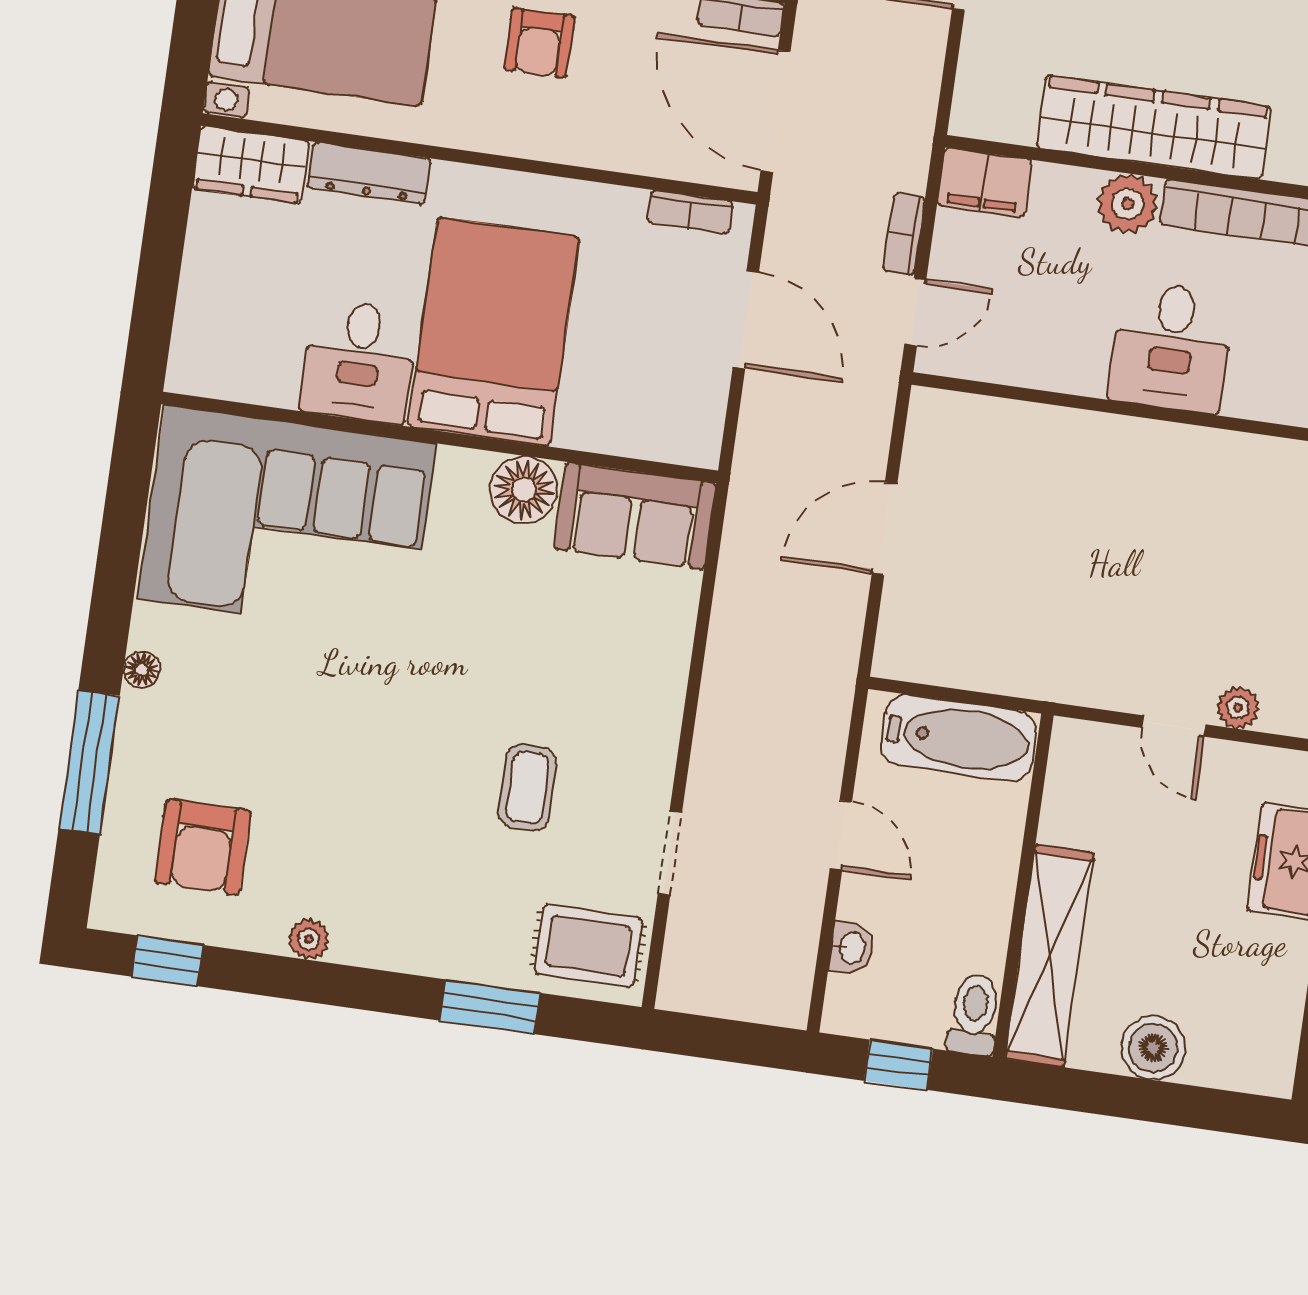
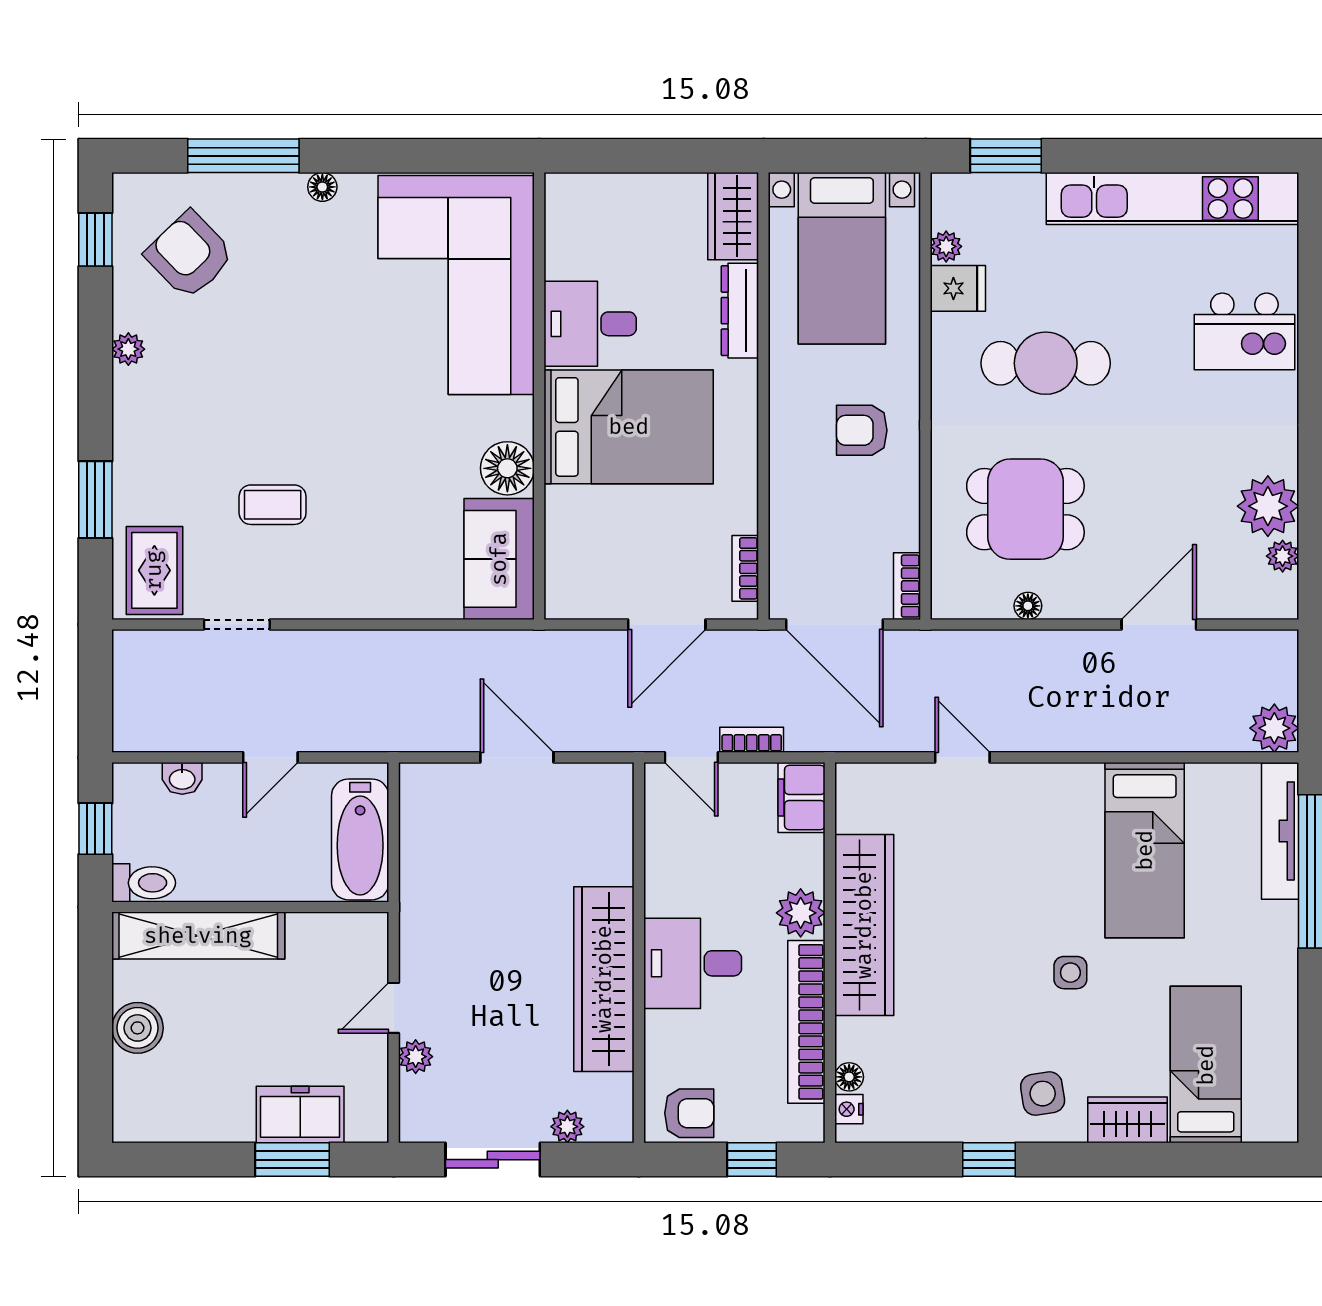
door: (776, 111) -> (834, 625), swing flipped
wardrobe: (1175, 460) -> (604, 979), added
armchair: (203, 847) -> (189, 255), turned 46

